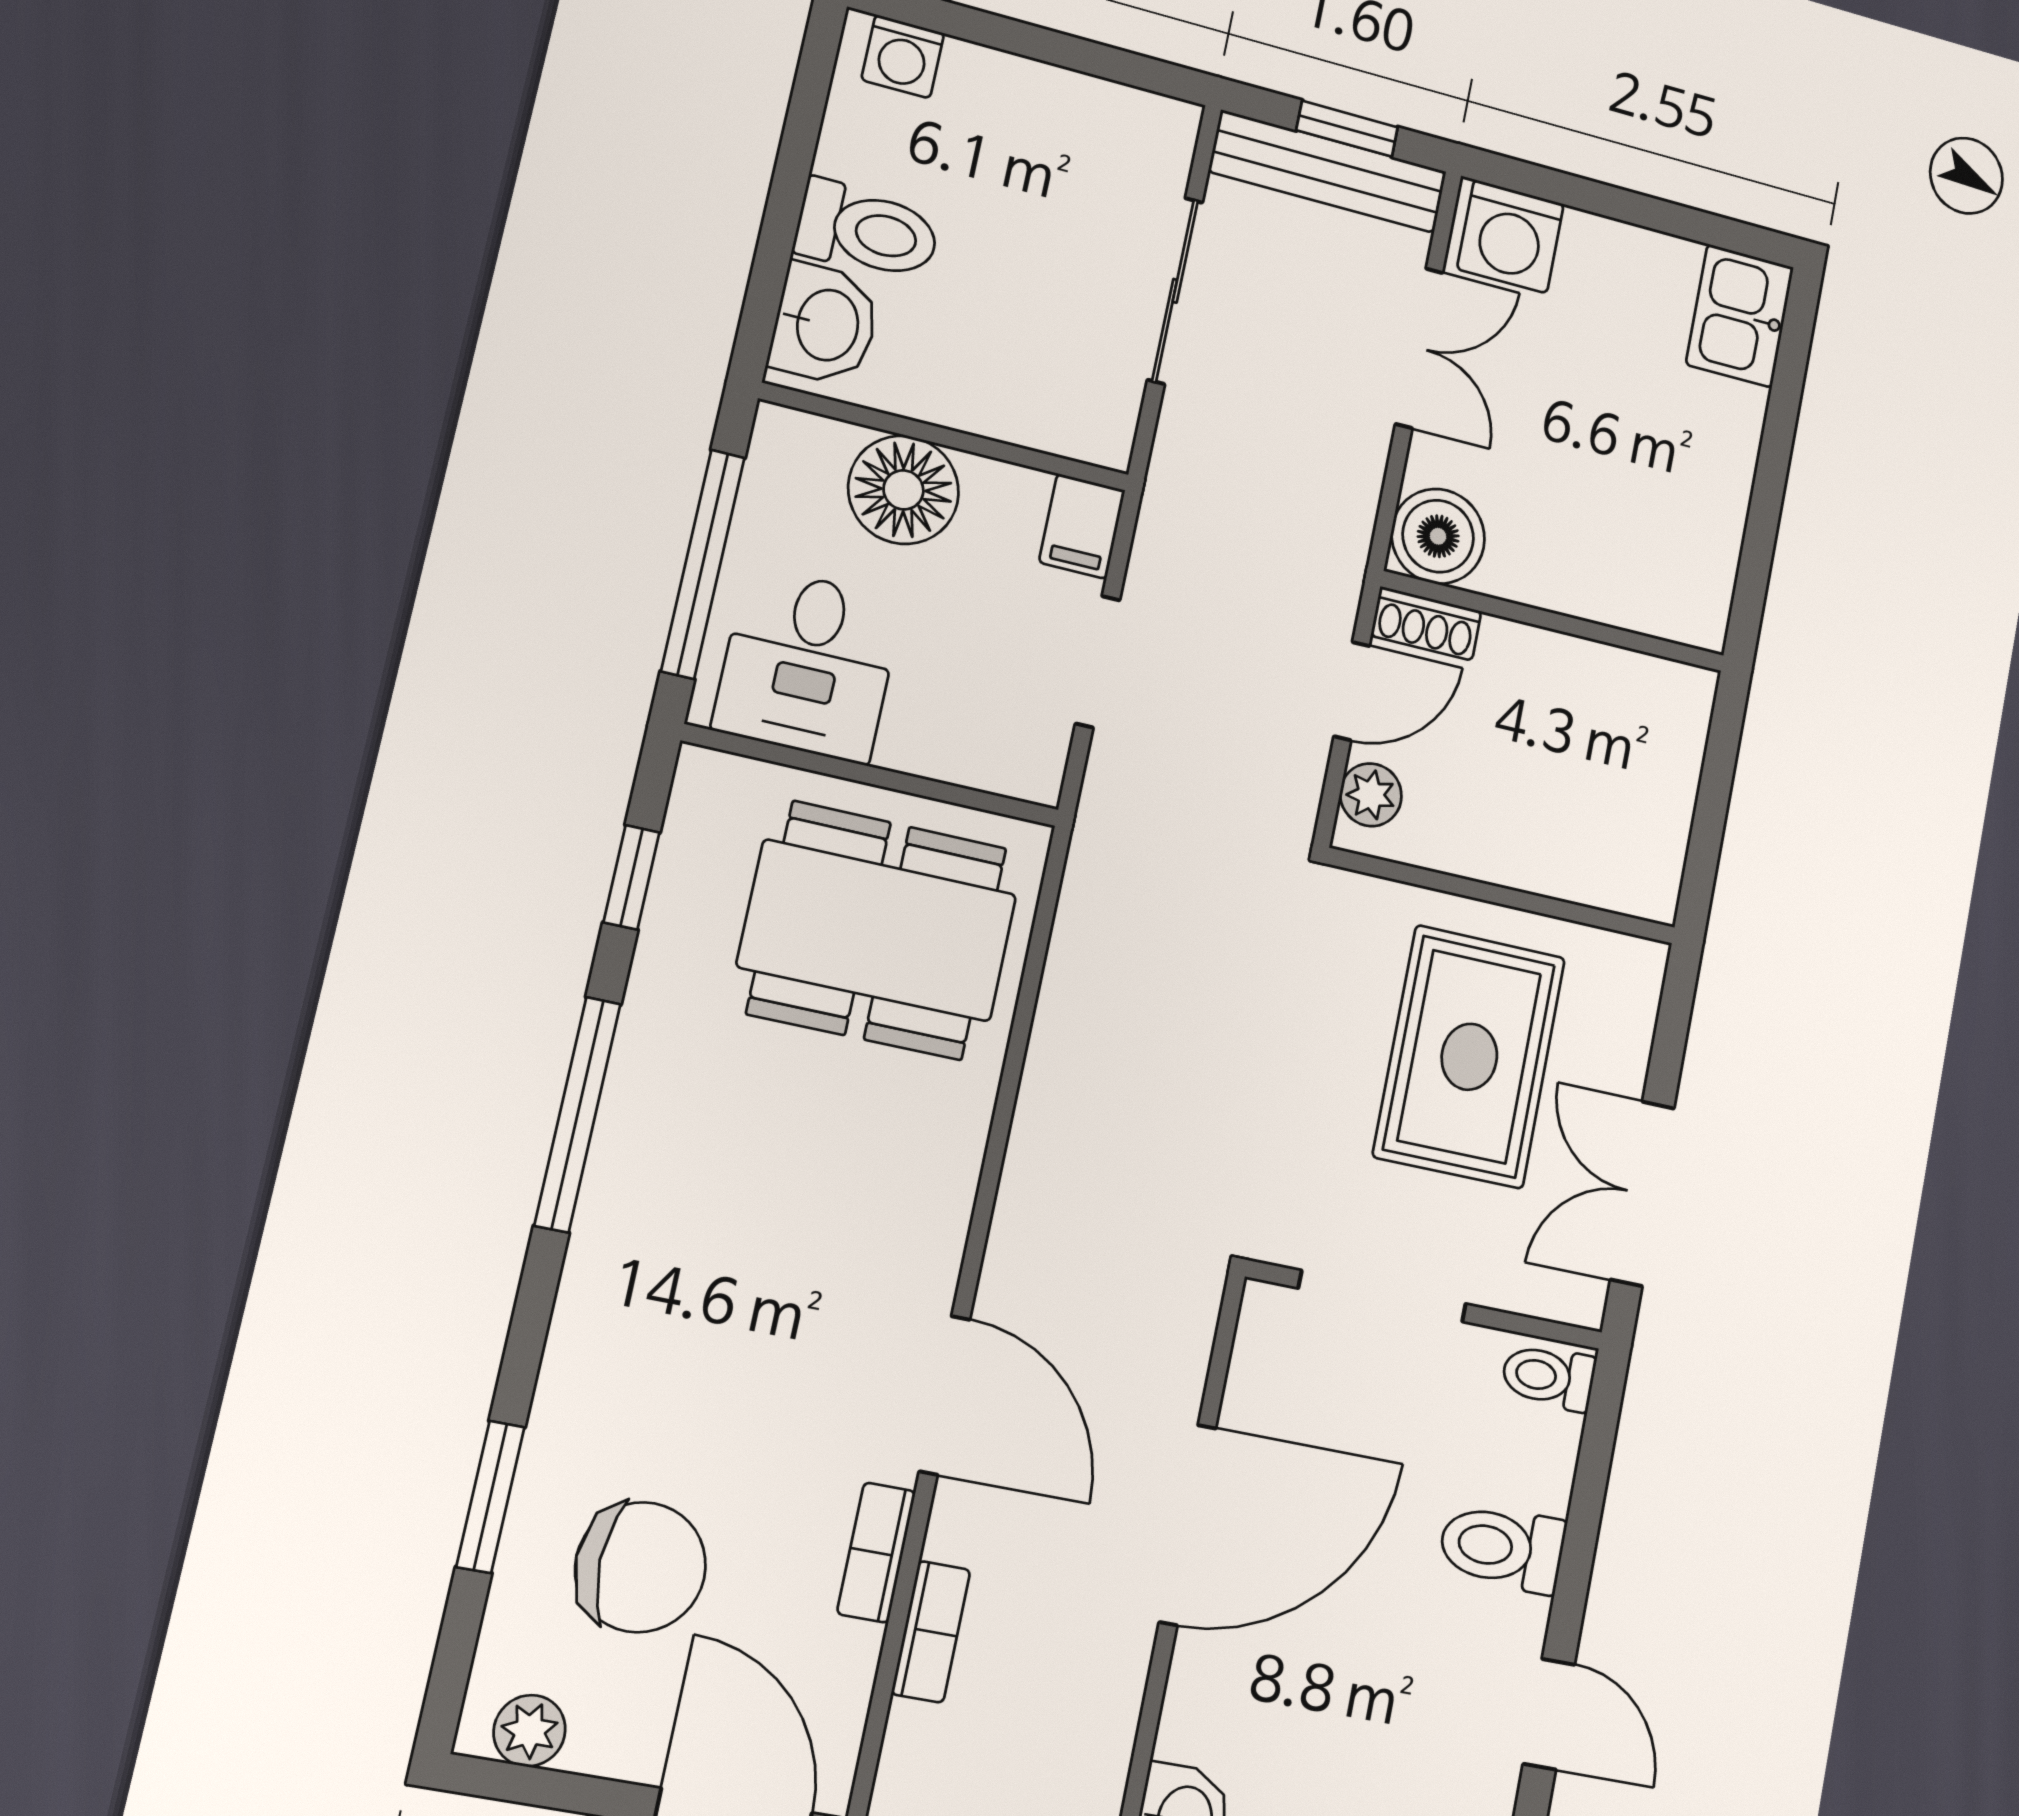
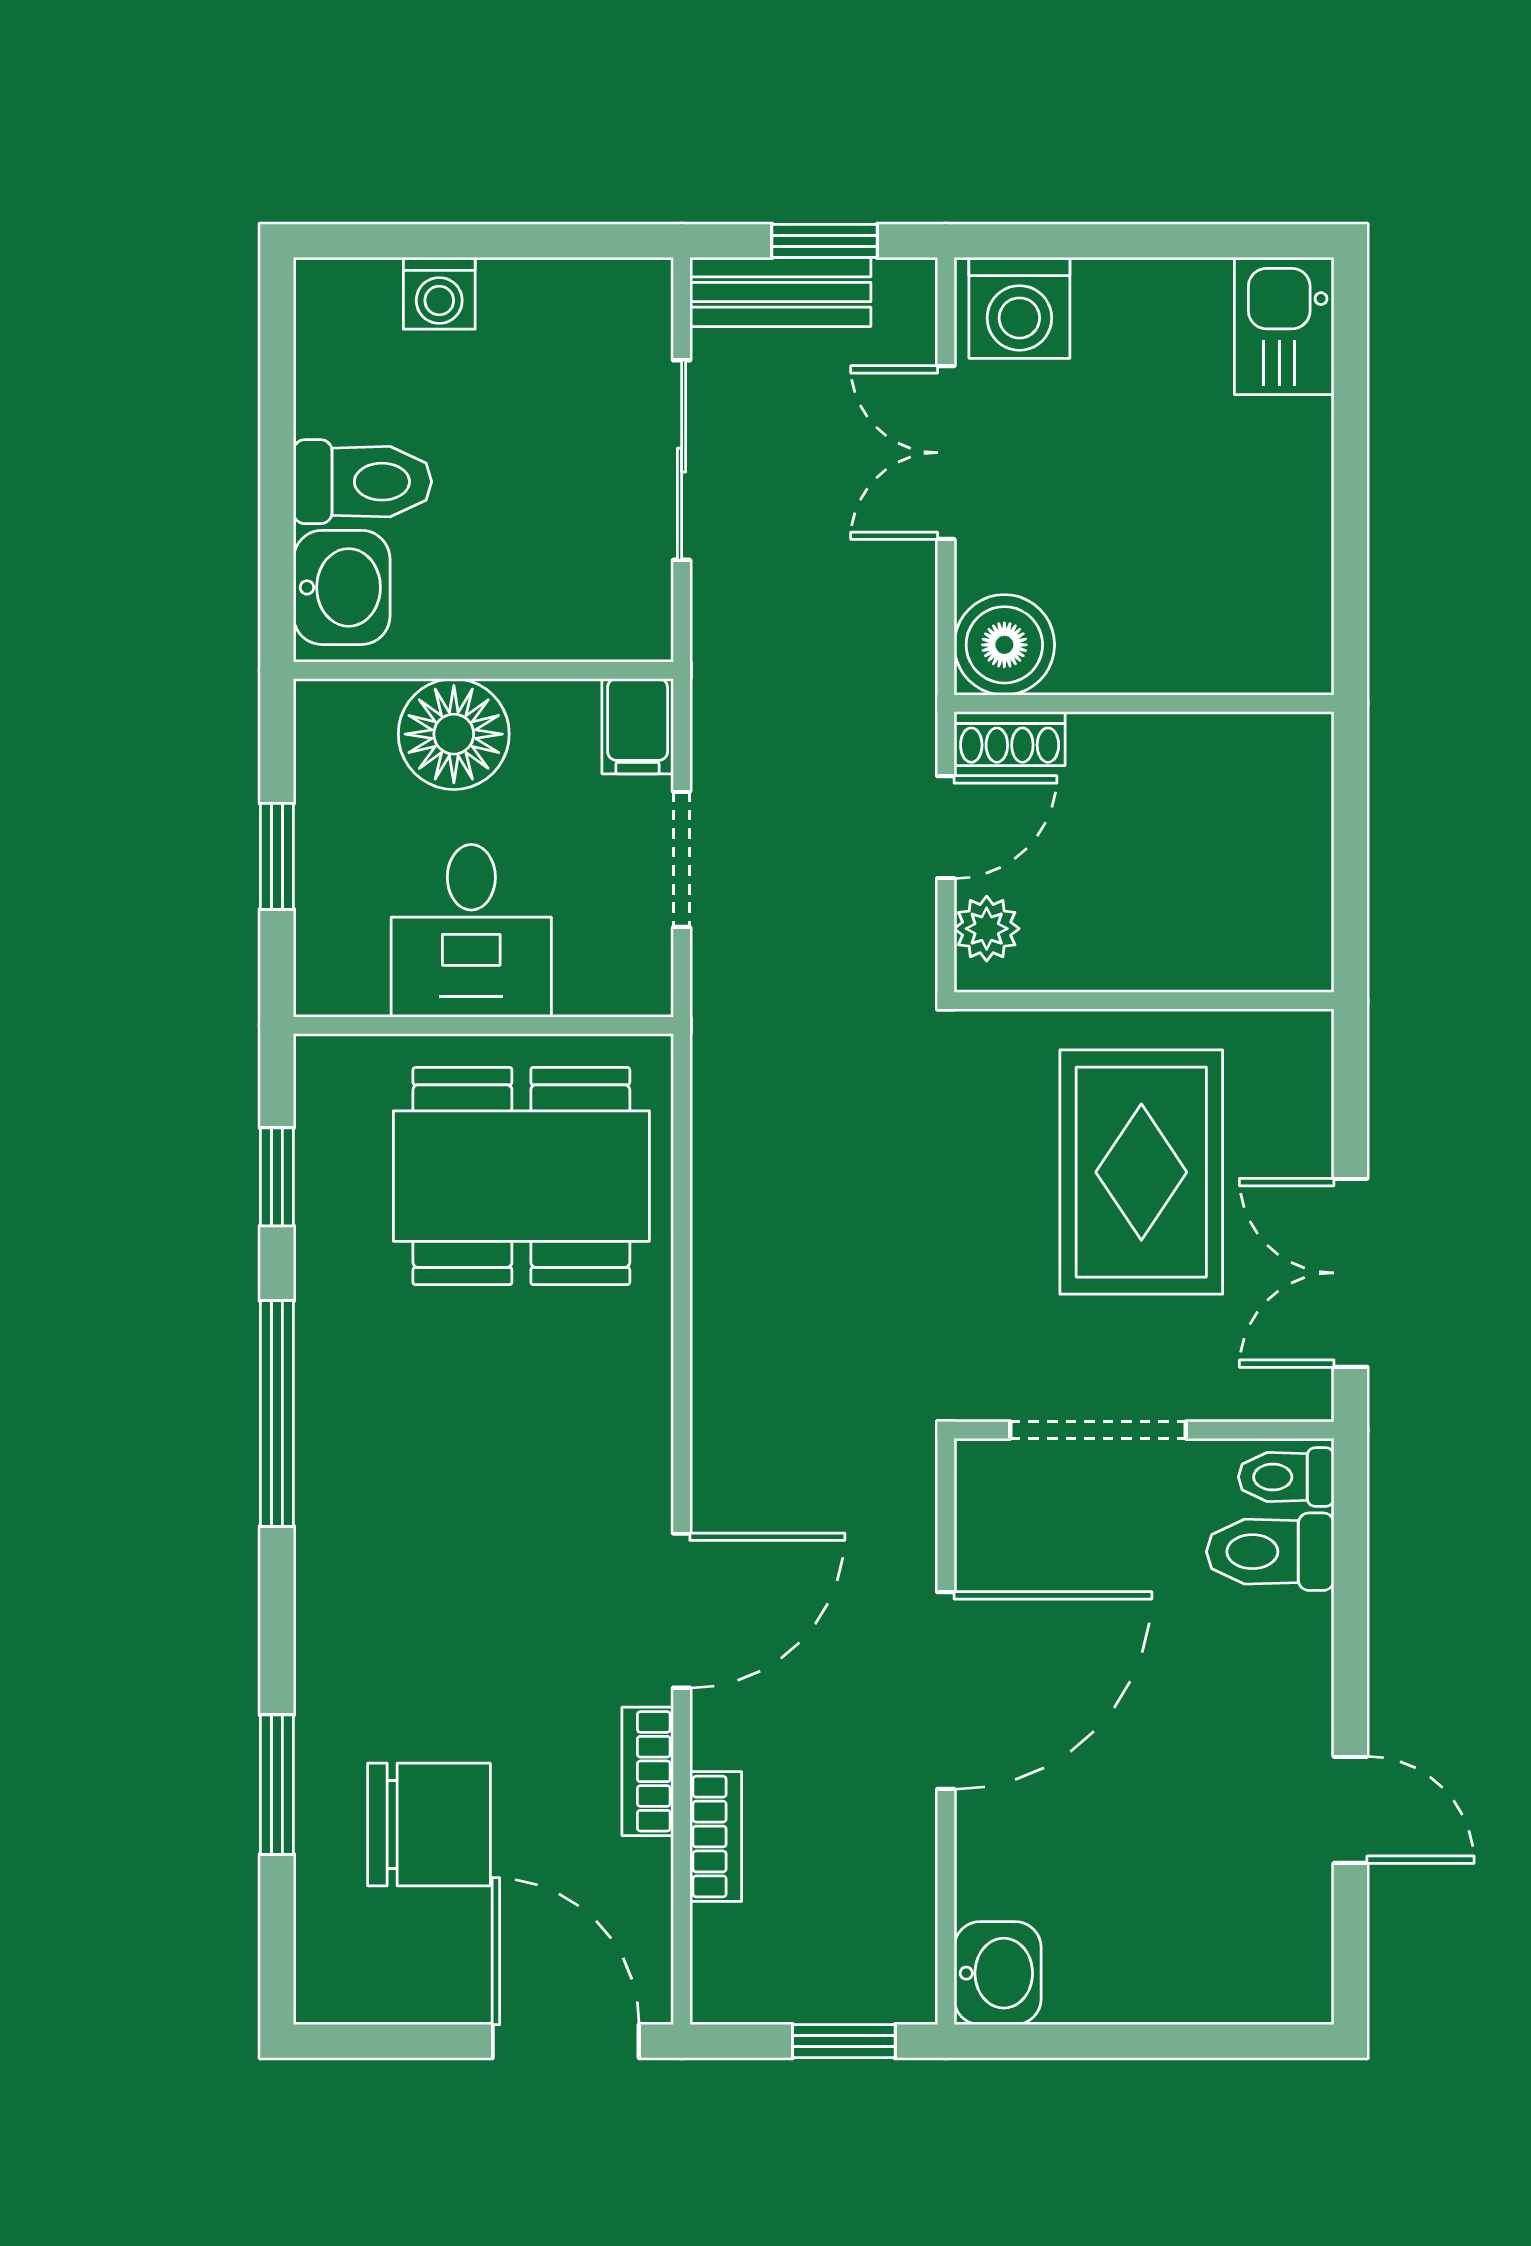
washing machine: (903, 56) -> (439, 293), moved
bench: (1328, 172) -> (780, 292), width x0.73
double door: (1419, 348) -> (946, 453), swing flipped
window: (703, 564) -> (277, 856), width x0.46
desk: (808, 665) -> (471, 931), moved
door: (945, 1395) -> (682, 1611), hinge flipped
toilet: (1502, 1548) -> (1270, 1552), moved
plant: (530, 1731) -> (360, 1992), removed

